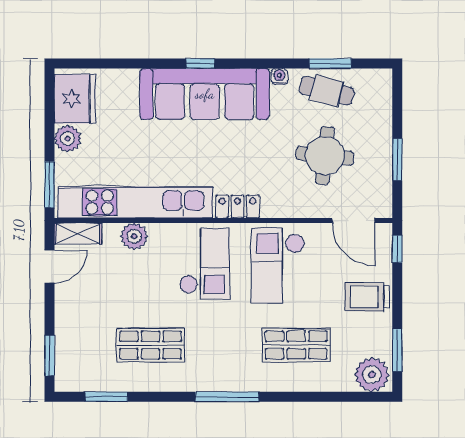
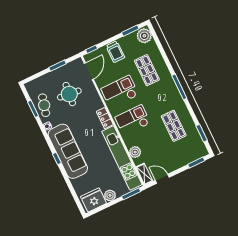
checkout: (278, 265) -> (120, 92), turned 180

